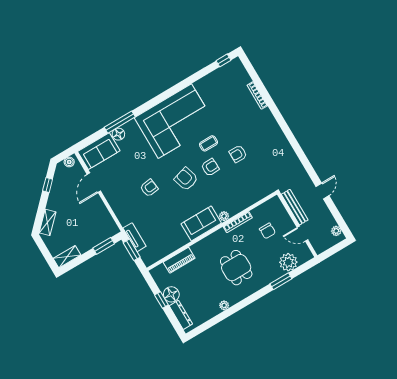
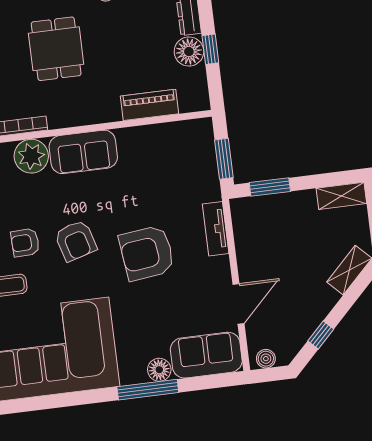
armchair: (149, 188) -> (147, 253), width x1.88, depth x1.88
plant: (224, 216) -> (31, 156), width x1.87, depth x1.87
tv unit: (135, 237) -> (216, 229), moved

